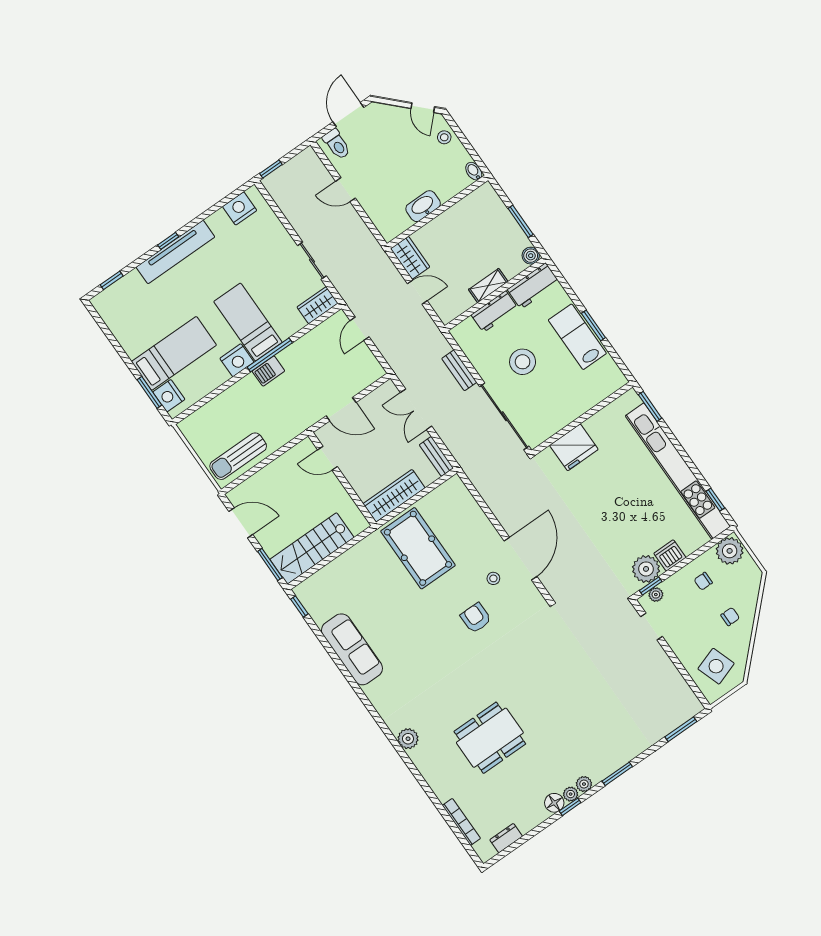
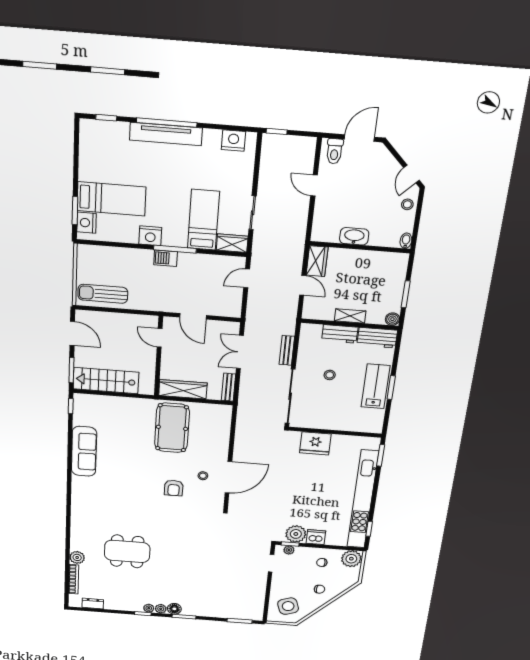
window: (168, 241) -> (167, 123), width x3.17
bed: (248, 322) -> (203, 220), moved
stool: (523, 362) -> (330, 375), width x0.53, depth x0.53
armchair: (476, 618) -> (174, 488), turned 180
plant: (408, 739) -> (77, 557), moved
floor lamp: (554, 803) -> (174, 609), moved

